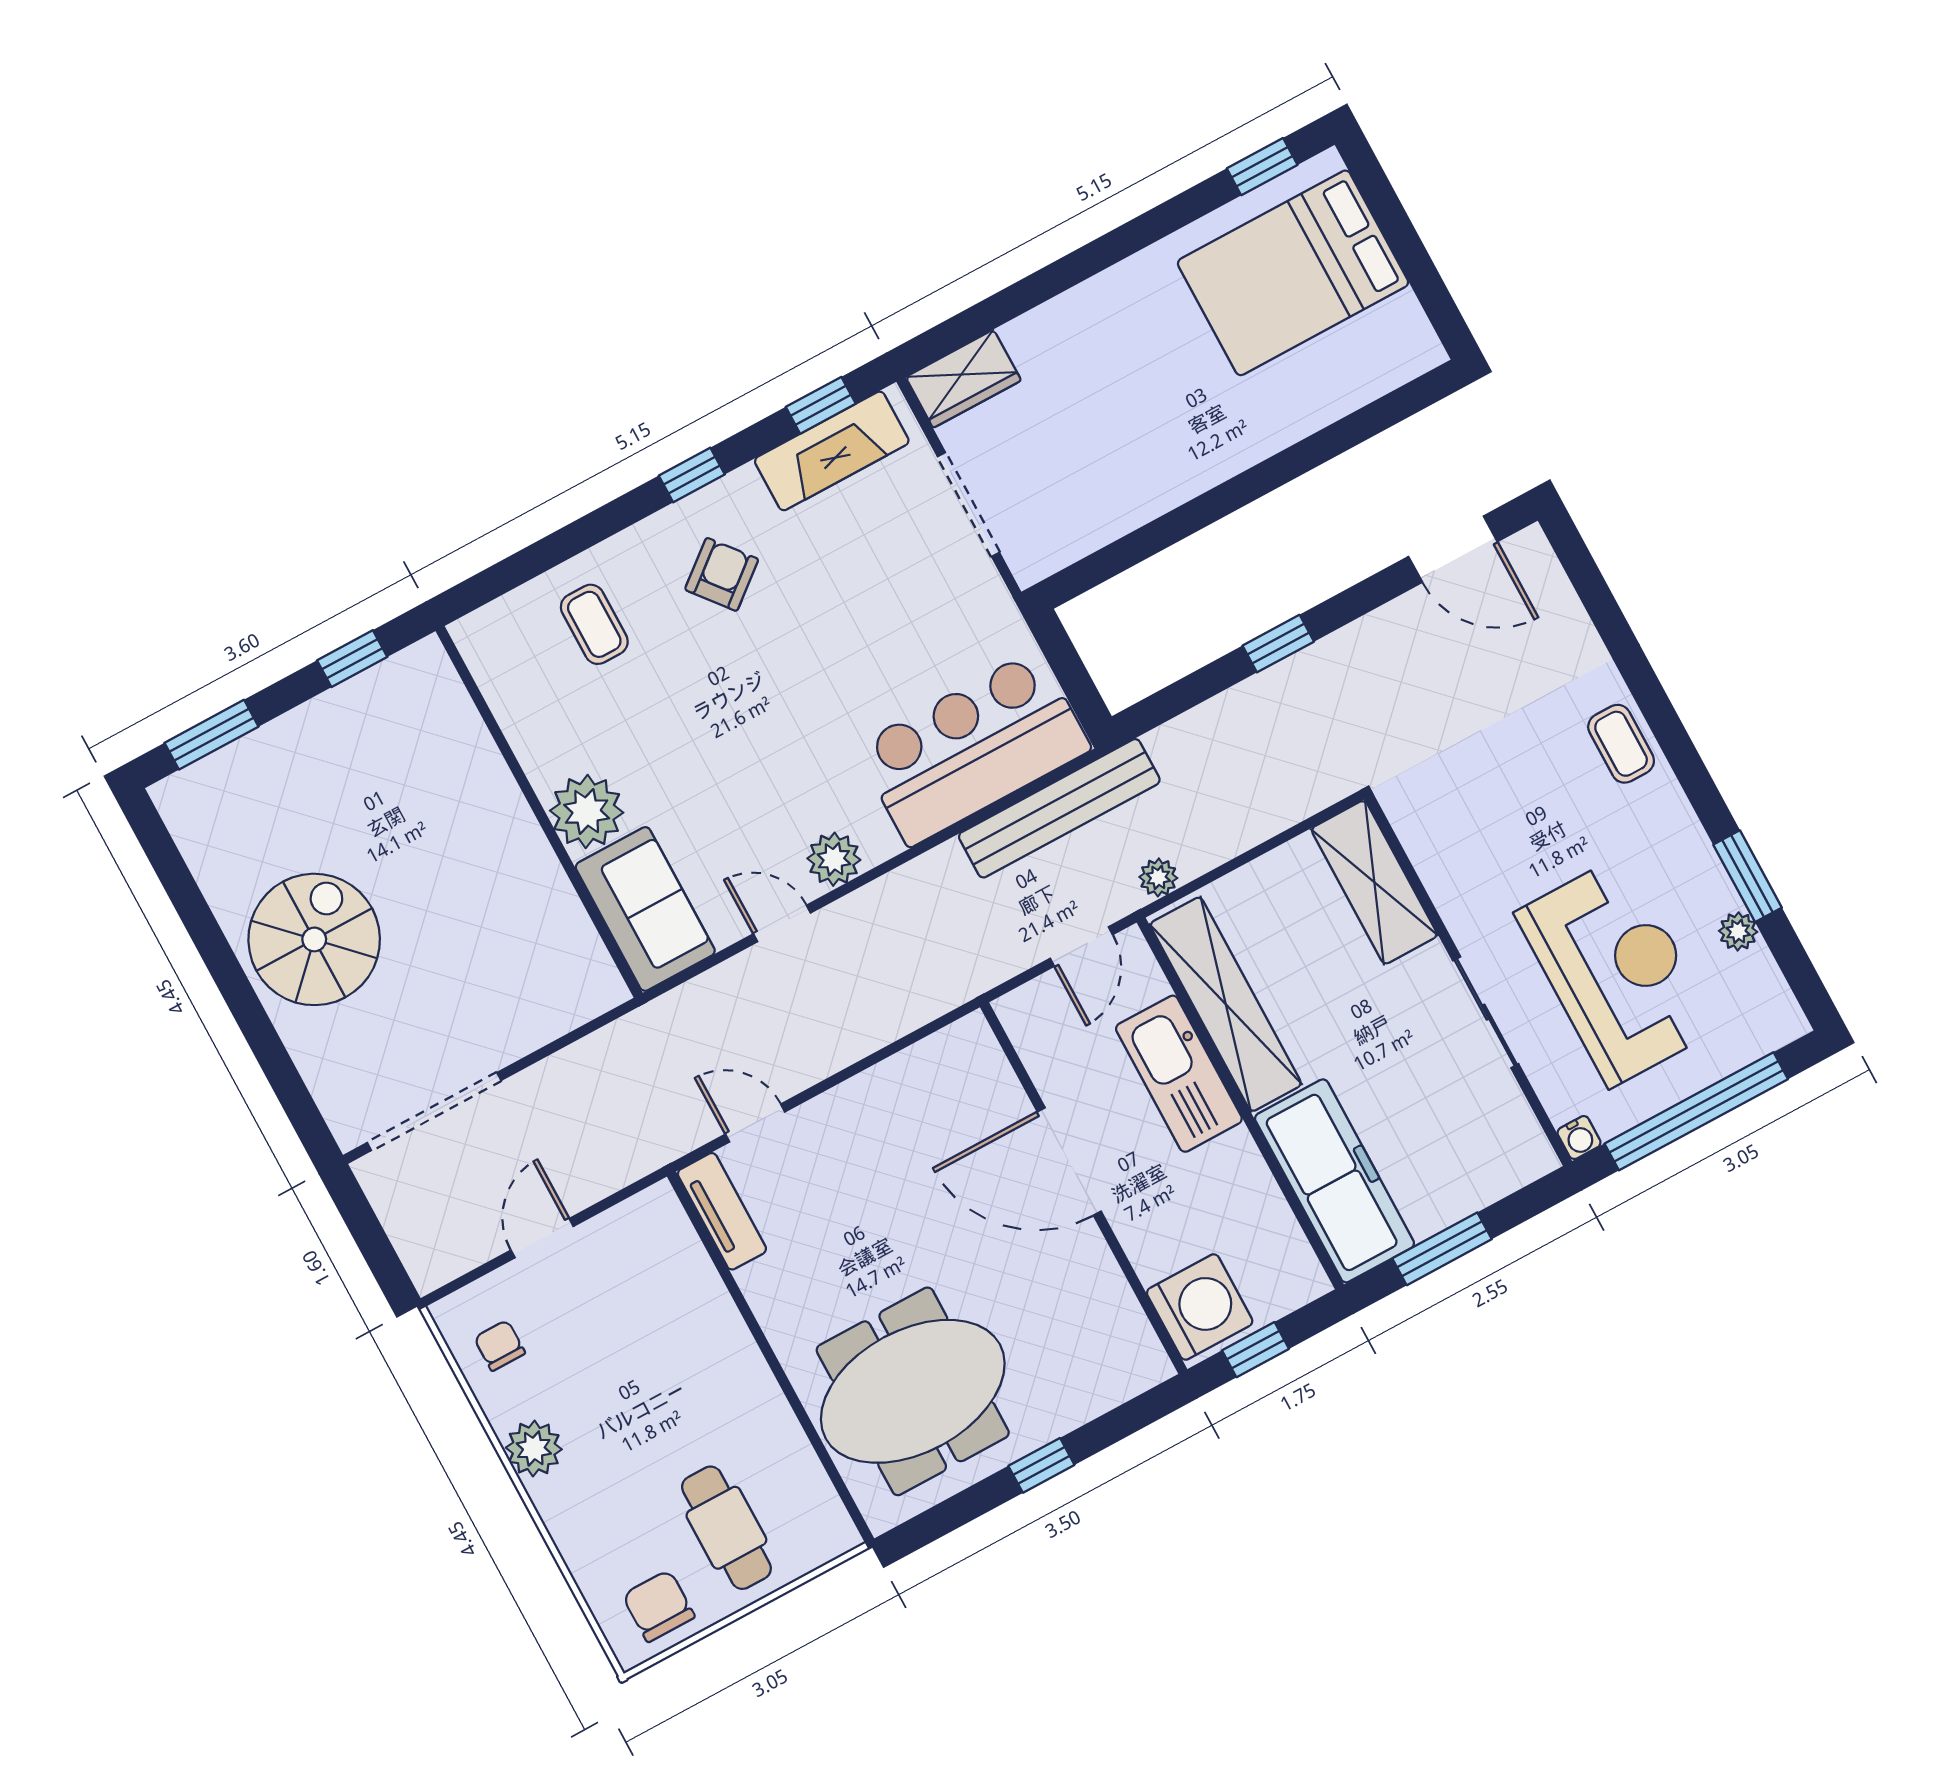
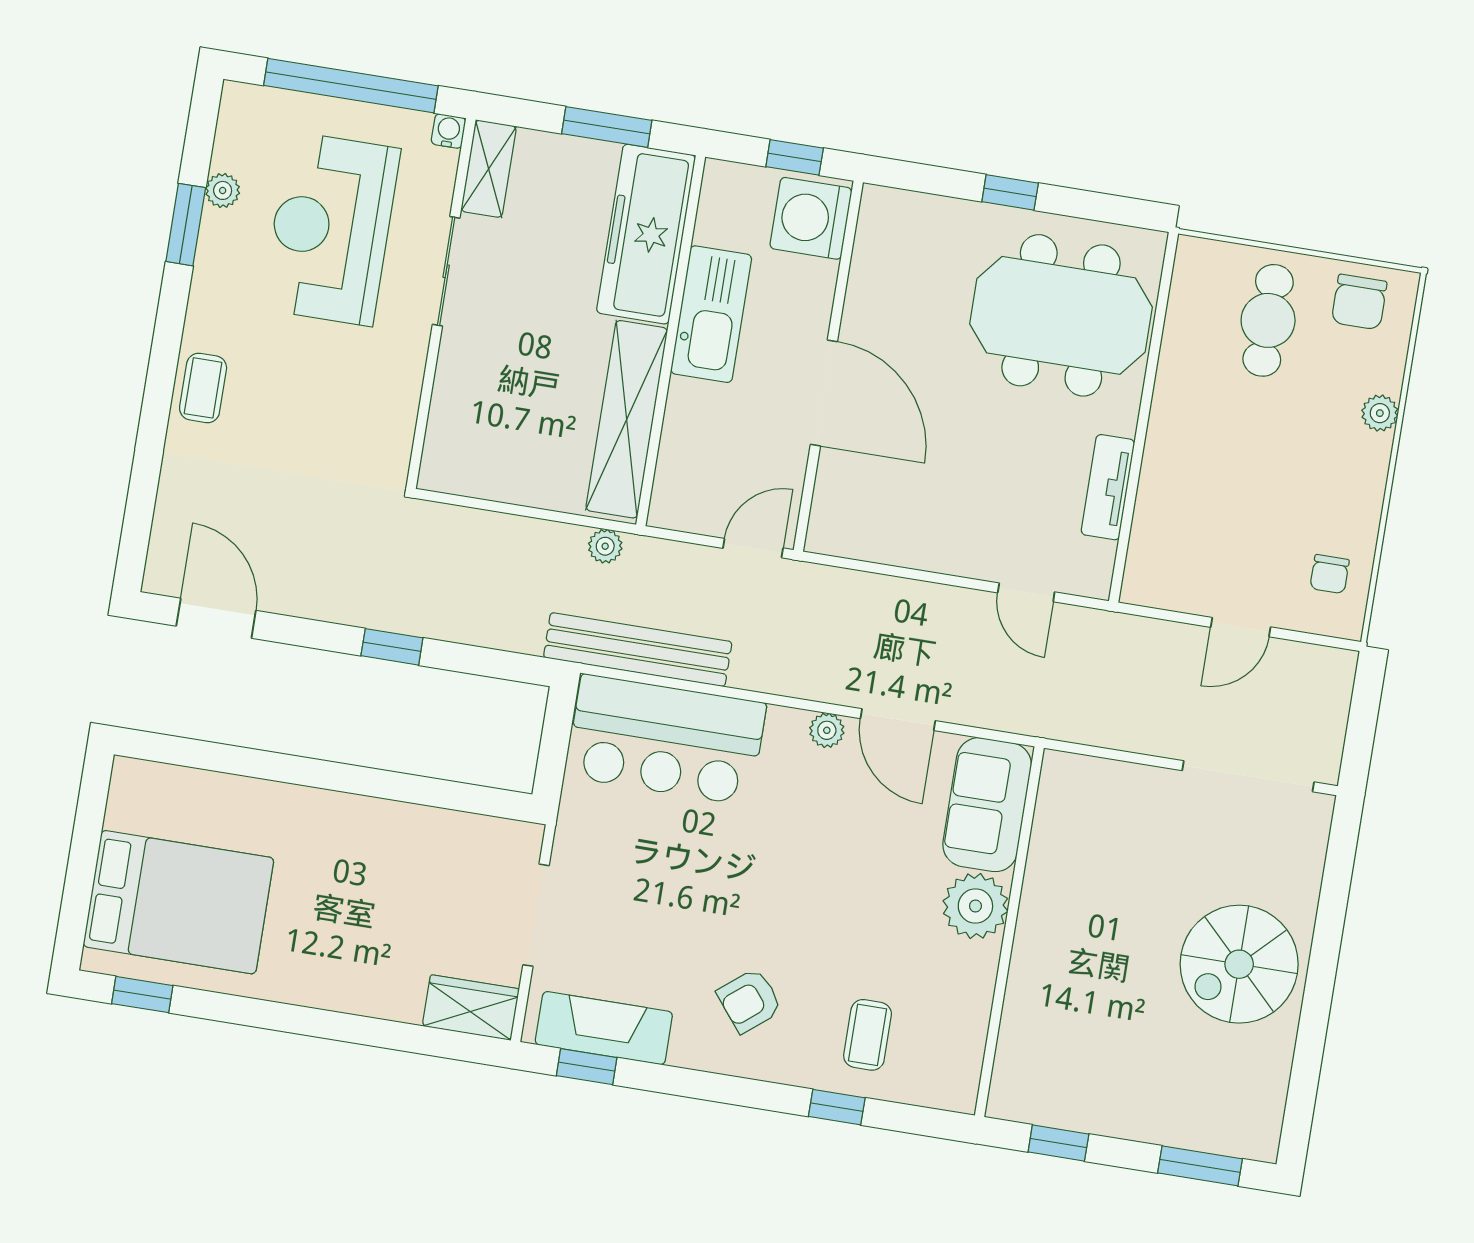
window: (692, 475) -> (837, 1107), moved
plant: (834, 859) -> (827, 730), width x0.73, depth x0.73
shelving: (1374, 882) -> (489, 169), moved, width x0.67, depth x0.75
door: (782, 923) -> (898, 720), width x1.38
door: (1081, 947) -> (753, 548), moved
kitchen sink: (1179, 1074) -> (711, 314), moved
tv unit: (722, 1211) -> (1108, 487), moved
plant: (534, 1449) -> (1380, 413), moved, width x0.73, depth x0.73

